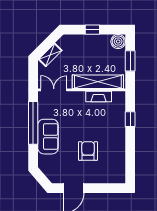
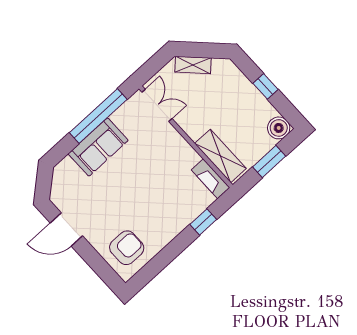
shelving: (98, 82) -> (220, 156), width x0.68
fireplace: (99, 97) -> (211, 179), moved
armchair: (88, 151) -> (127, 248), moved

